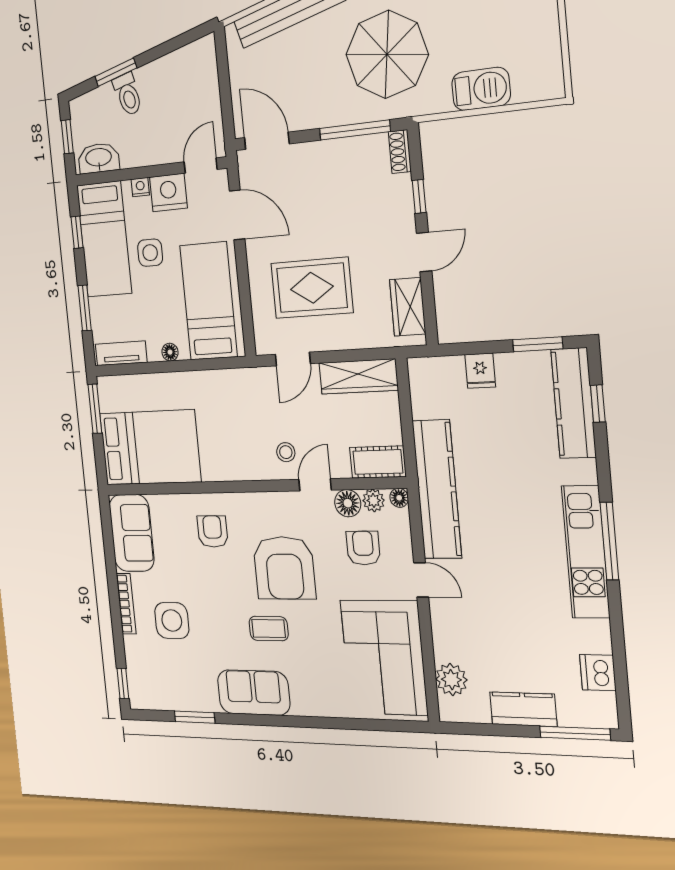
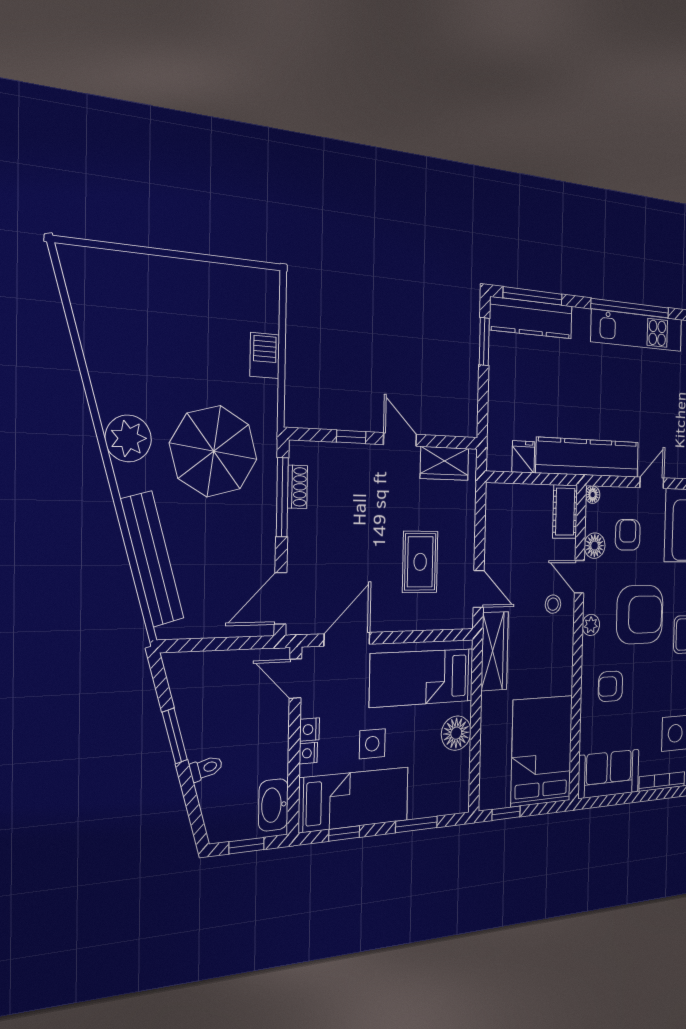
window: (116, 72) -> (175, 736), moved
barbecue: (481, 89) -> (265, 356), width x0.73, depth x0.79
toilet: (128, 94) -> (206, 768), width x0.73, depth x0.72
shoe rack: (400, 152) -> (298, 487), moved, turned -90
nightstand: (168, 193) -> (310, 729), width x0.53, depth x0.56
rug: (312, 288) -> (420, 562), width x0.73, depth x0.70
floor lamp: (170, 352) -> (456, 733), width x1.89, depth x1.89
tv unit: (121, 353) -> (460, 781), removed
fridge: (480, 371) -> (523, 457), moved, turned -90
wardrobe: (358, 377) -> (495, 651), moved
window: (598, 404) -> (533, 296), width x2.17
window: (95, 409) -> (506, 813), width x0.67
plant: (374, 500) -> (591, 625), moved
window: (609, 541) -> (630, 308), width x1.46
armchair: (363, 548) -> (628, 535), turned 90

